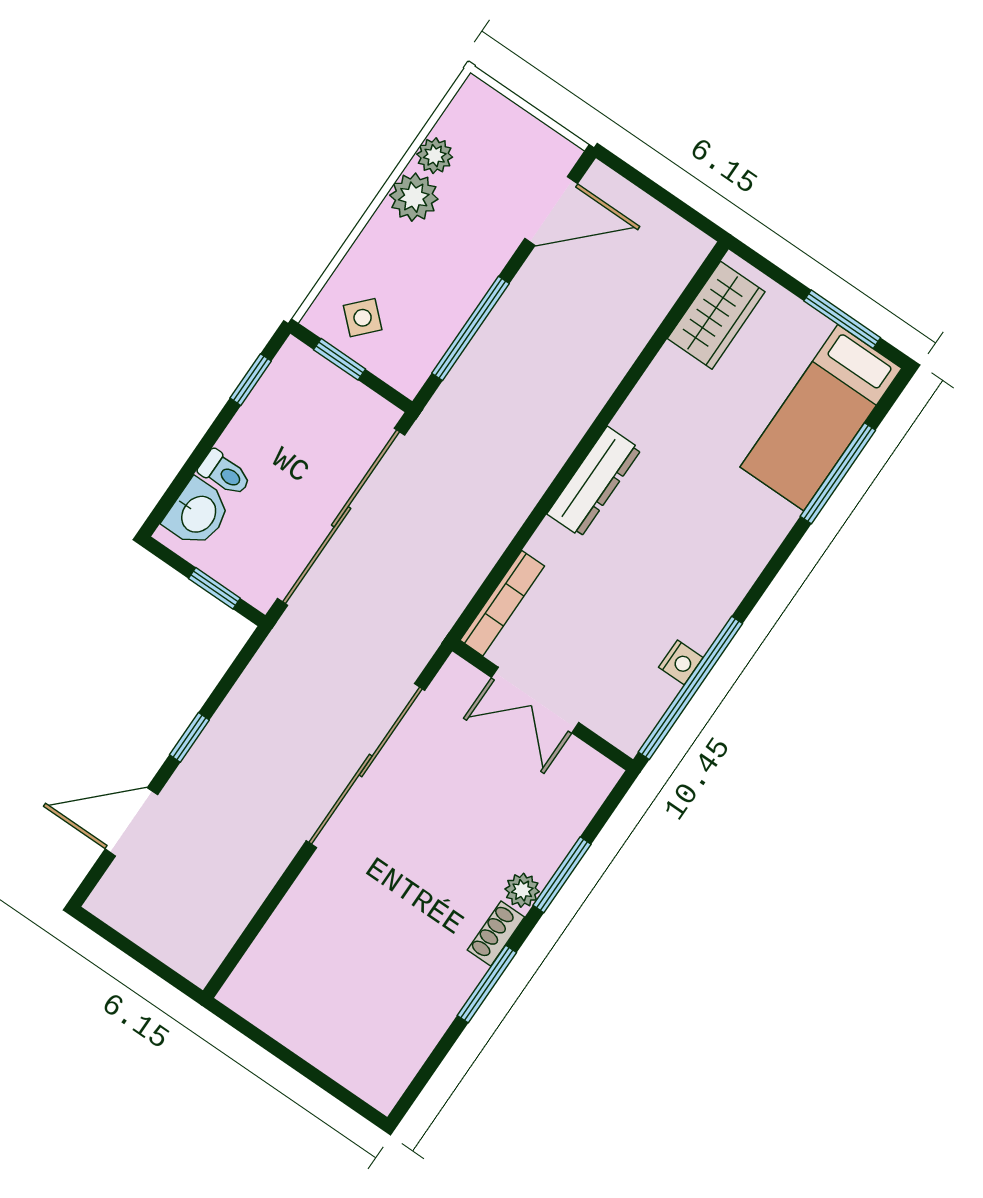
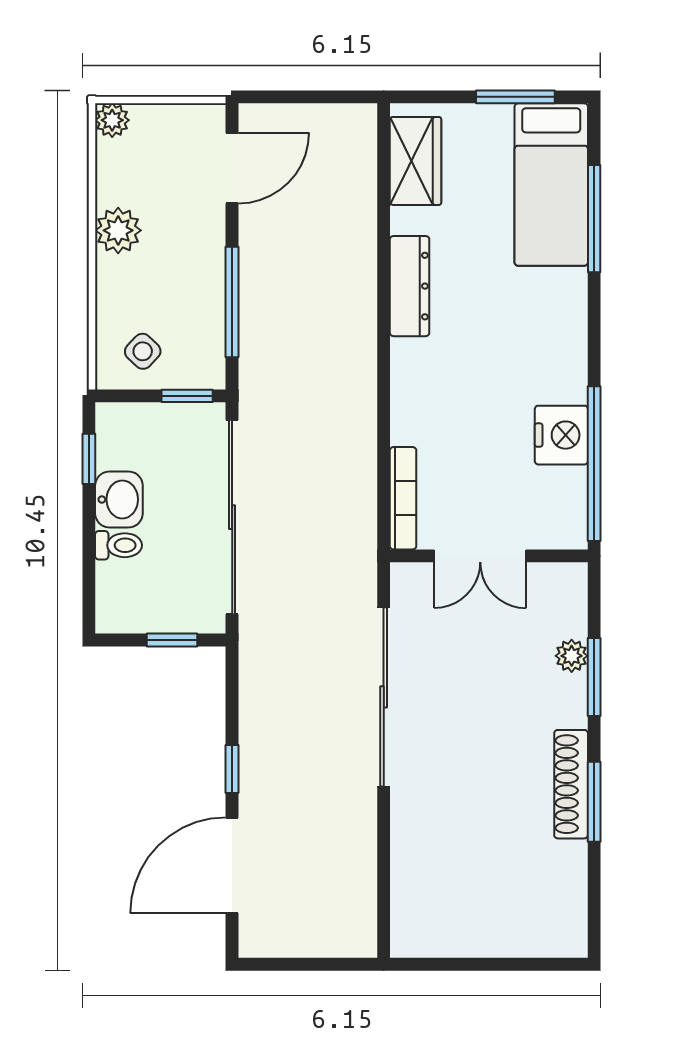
plant: (435, 156) -> (112, 120), moved
window: (340, 359) -> (187, 396), moved
dresser: (594, 482) -> (410, 286), moved
washbasin: (197, 513) -> (119, 499), moved
nightstand: (681, 662) -> (561, 435), width x1.89, depth x1.79
door: (131, 822) -> (232, 865), width x1.36
plant: (522, 890) -> (572, 656), moved
shoe rack: (496, 934) -> (571, 784), width x1.94, depth x1.24

